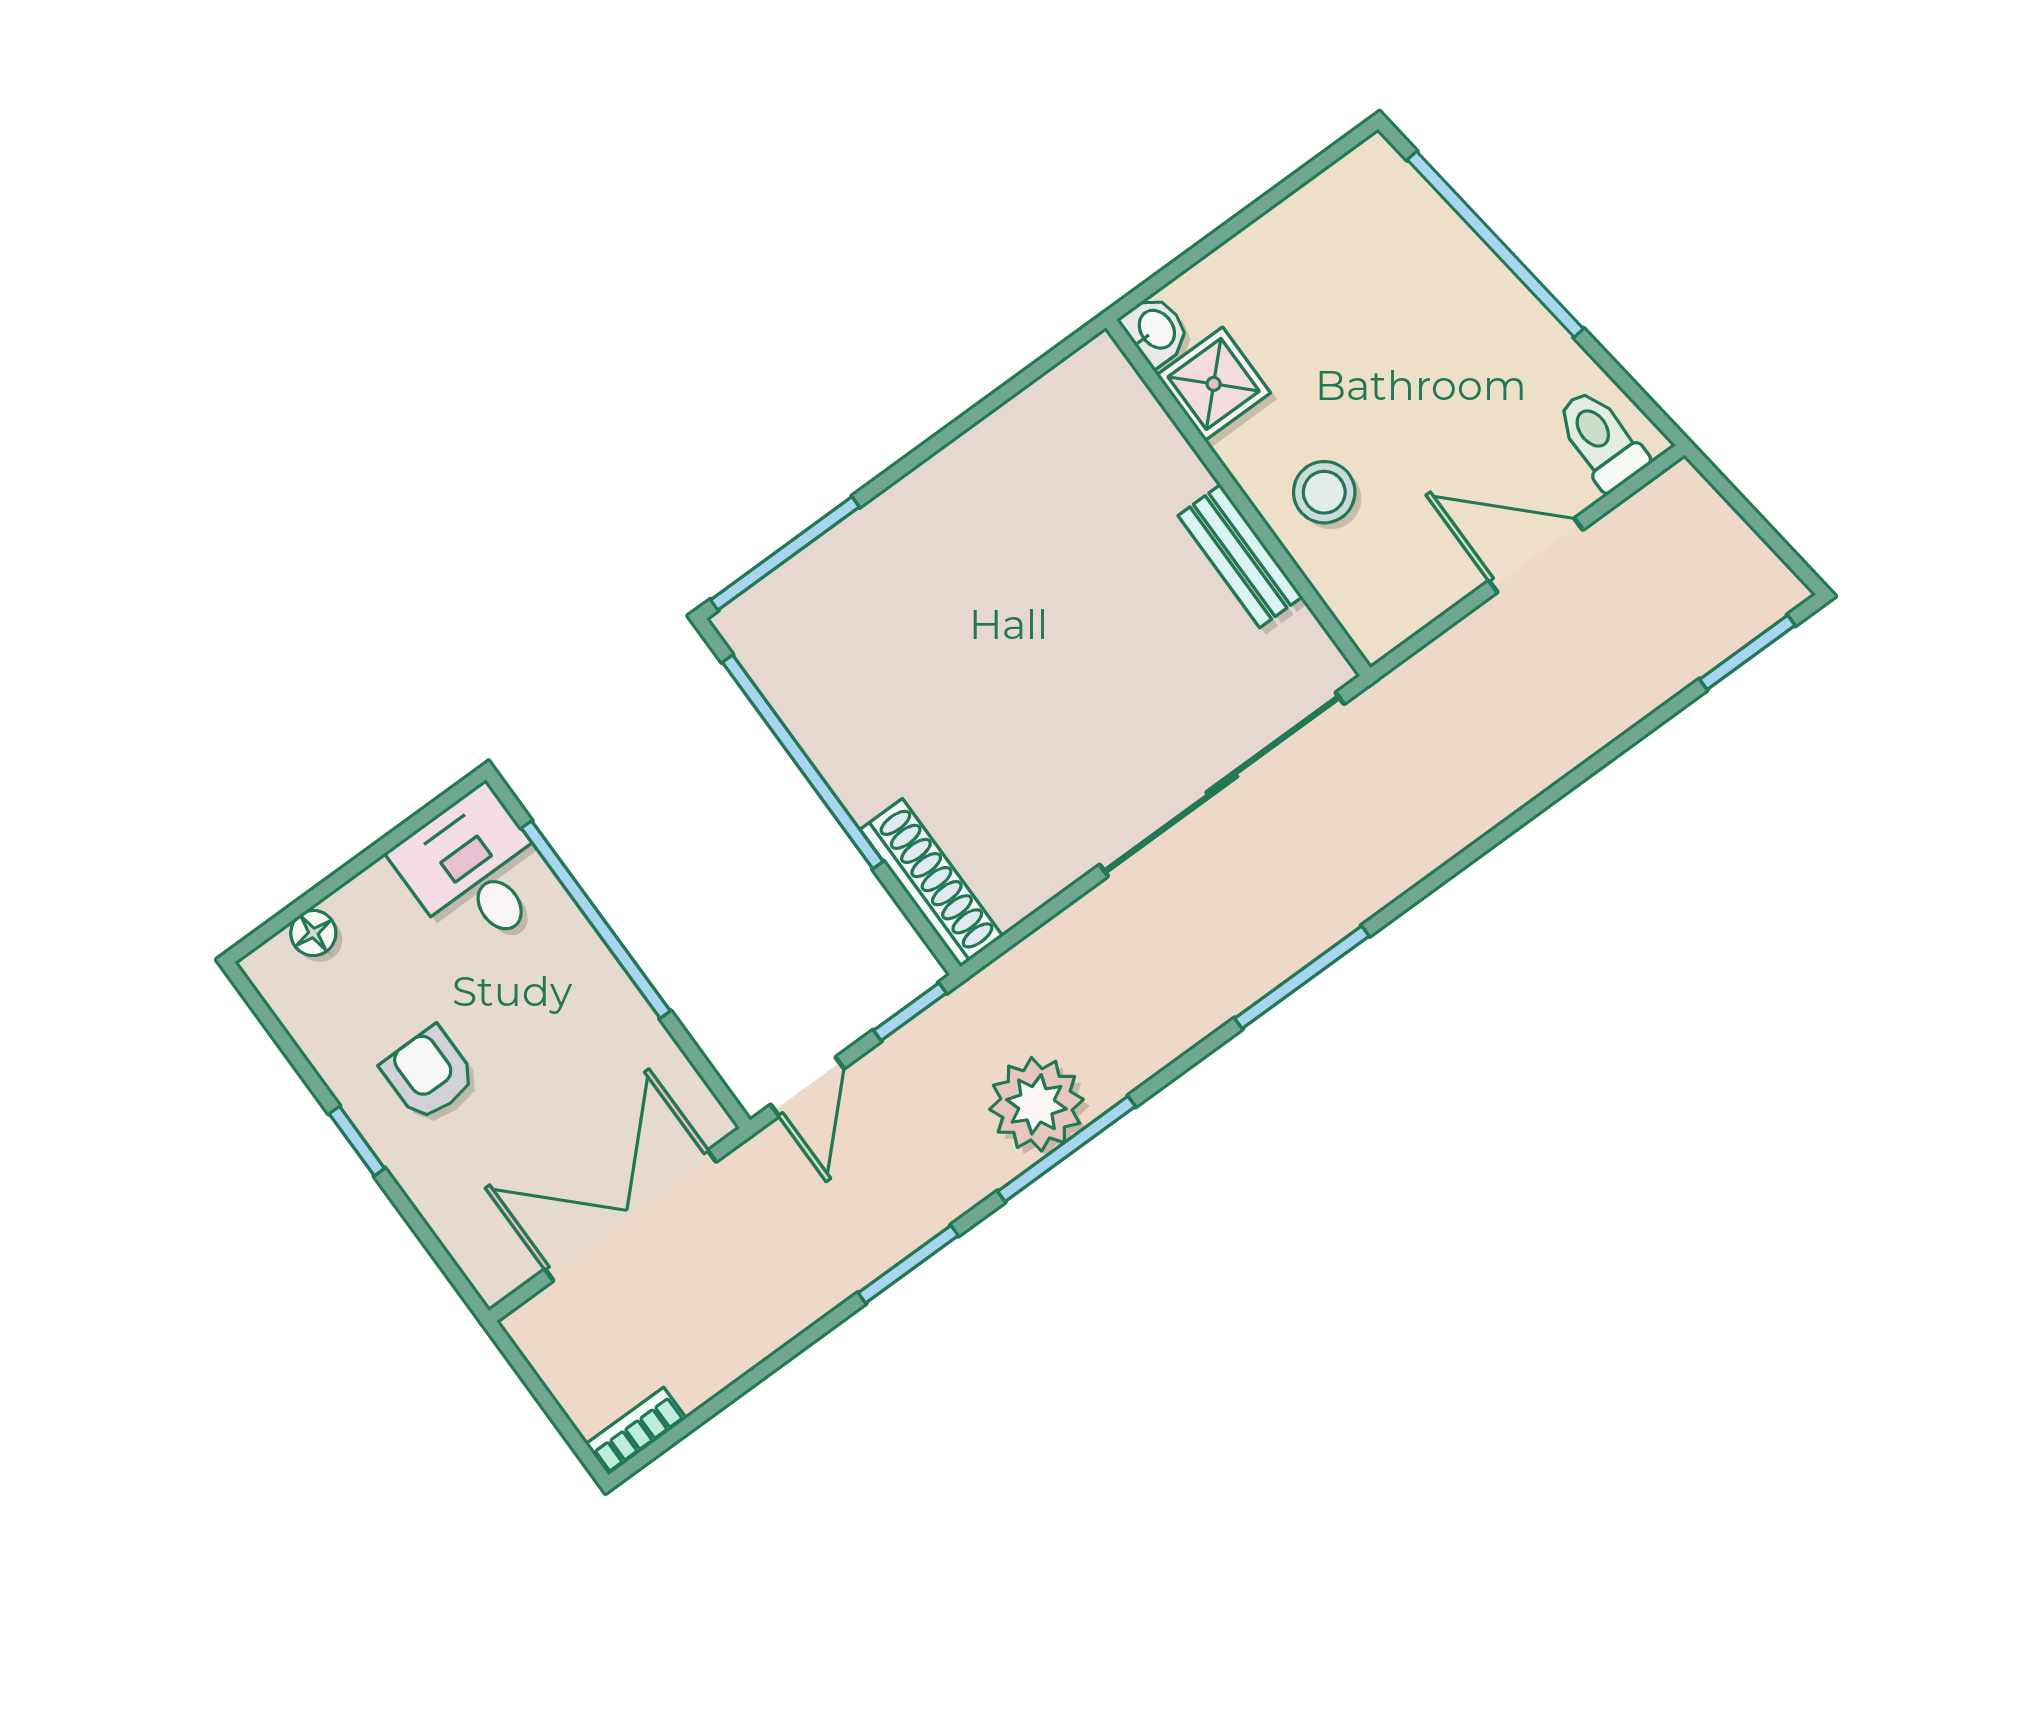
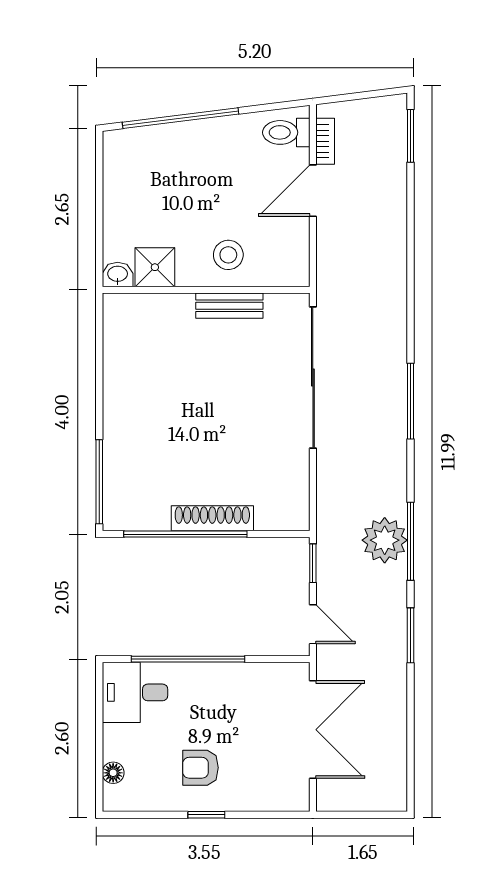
shoe rack: (931, 883) -> (212, 518), moved
double door: (631, 1216) -> (313, 730), swing flipped
bookcase: (636, 1431) -> (325, 141), moved, turned 180

